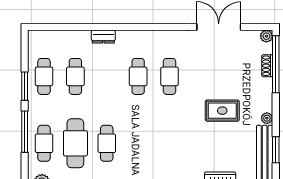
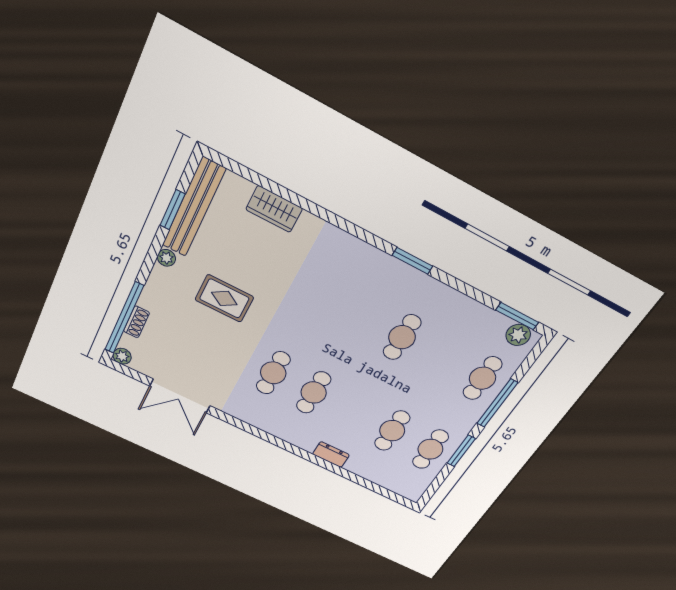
cafe table: (75, 143) -> (443, 358), removed

